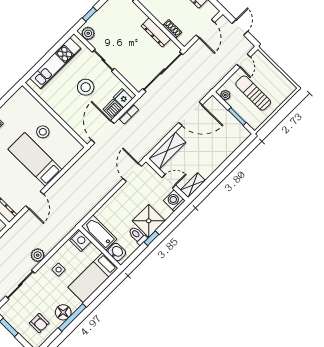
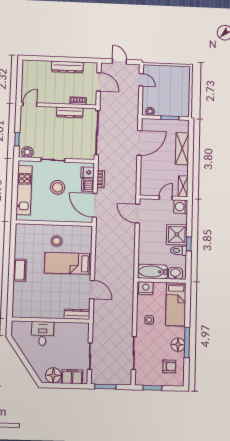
sun lounger: (253, 93) -> (166, 94), removed
shelving: (167, 151) -> (182, 149), moved
plant: (38, 255) -> (127, 323), removed

